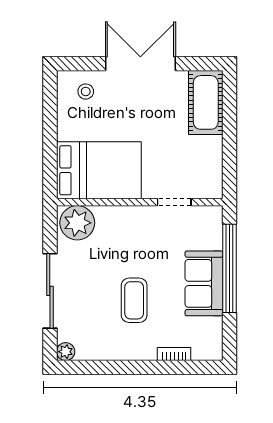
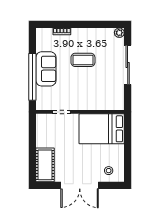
plant: (77, 223) -> (113, 101), removed
coffee table: (134, 300) -> (83, 60), turned 90

